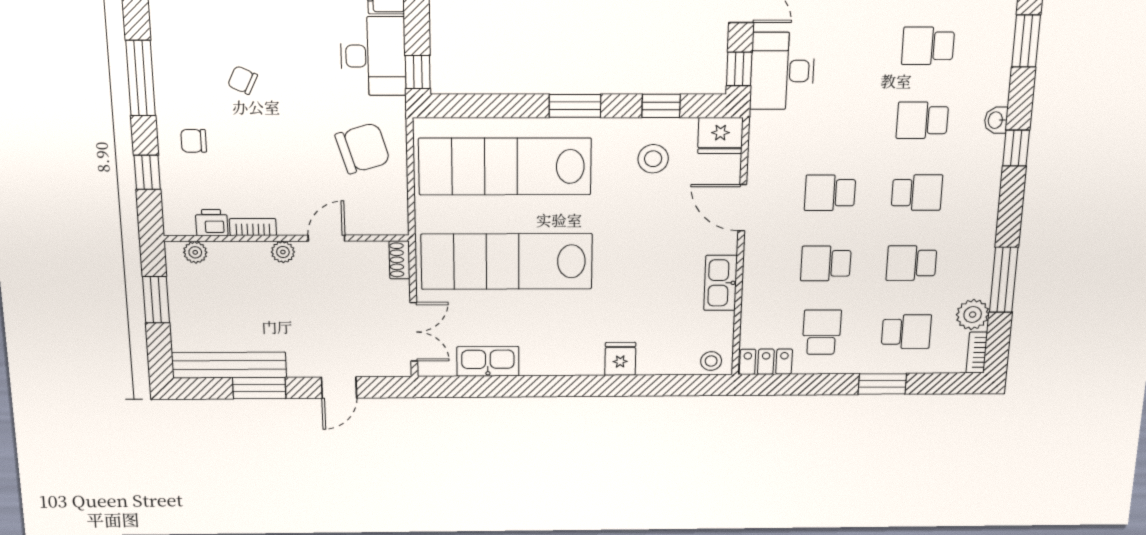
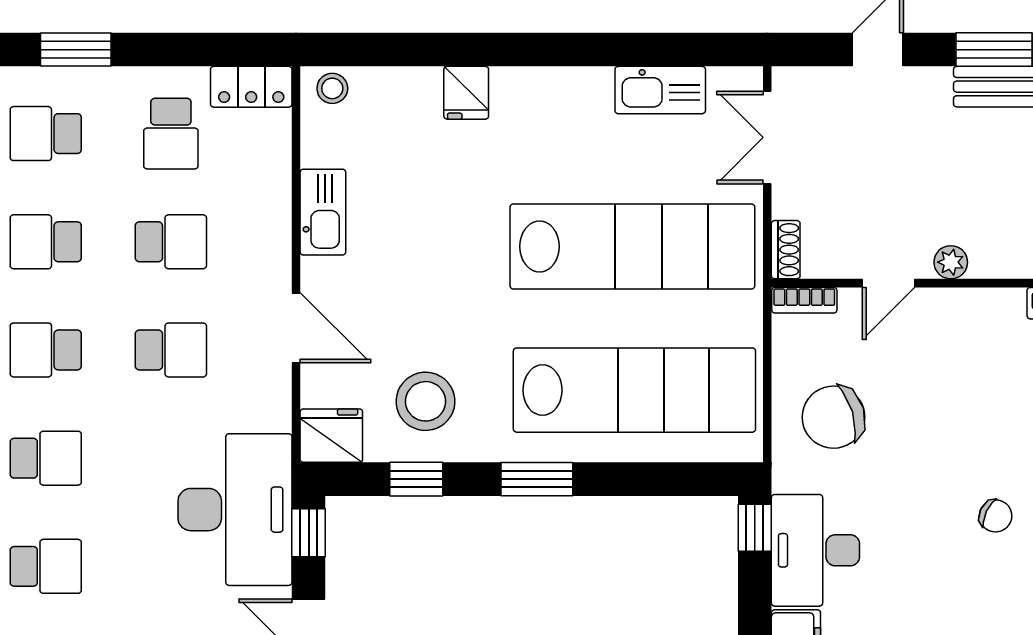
desk: (782, 71) -> (235, 510), width x1.36, depth x1.30
stool: (653, 159) -> (426, 401), width x1.38, depth x1.38
bookcase: (253, 227) -> (804, 300), moved
school desk: (911, 263) -> (46, 242), turned 180

